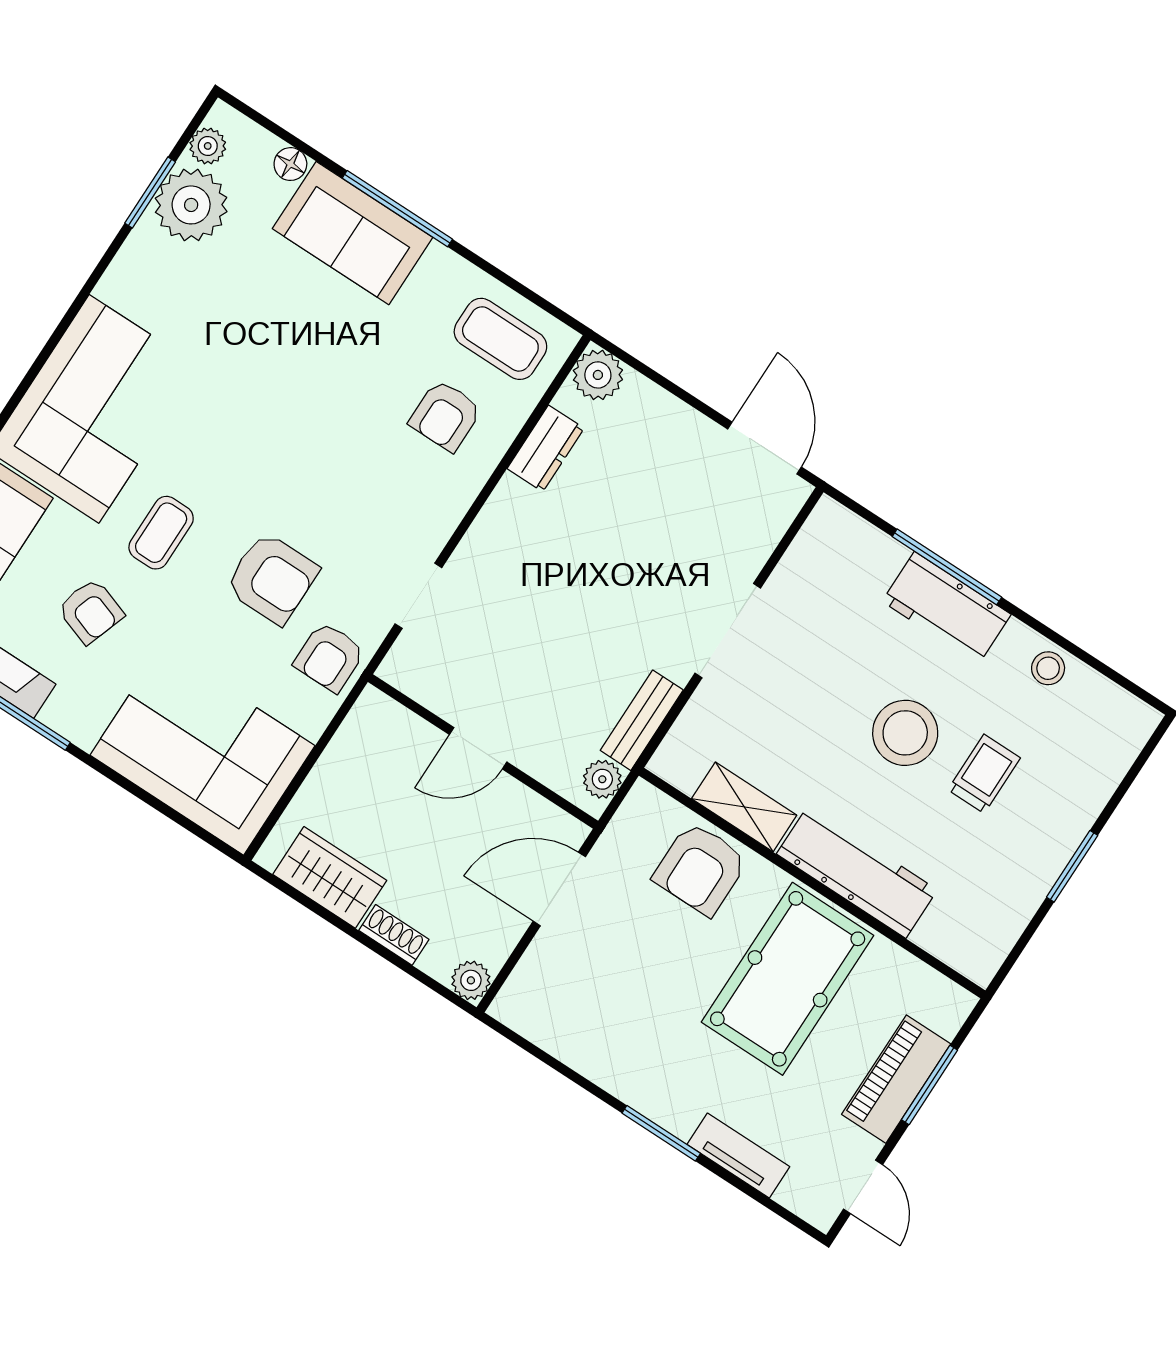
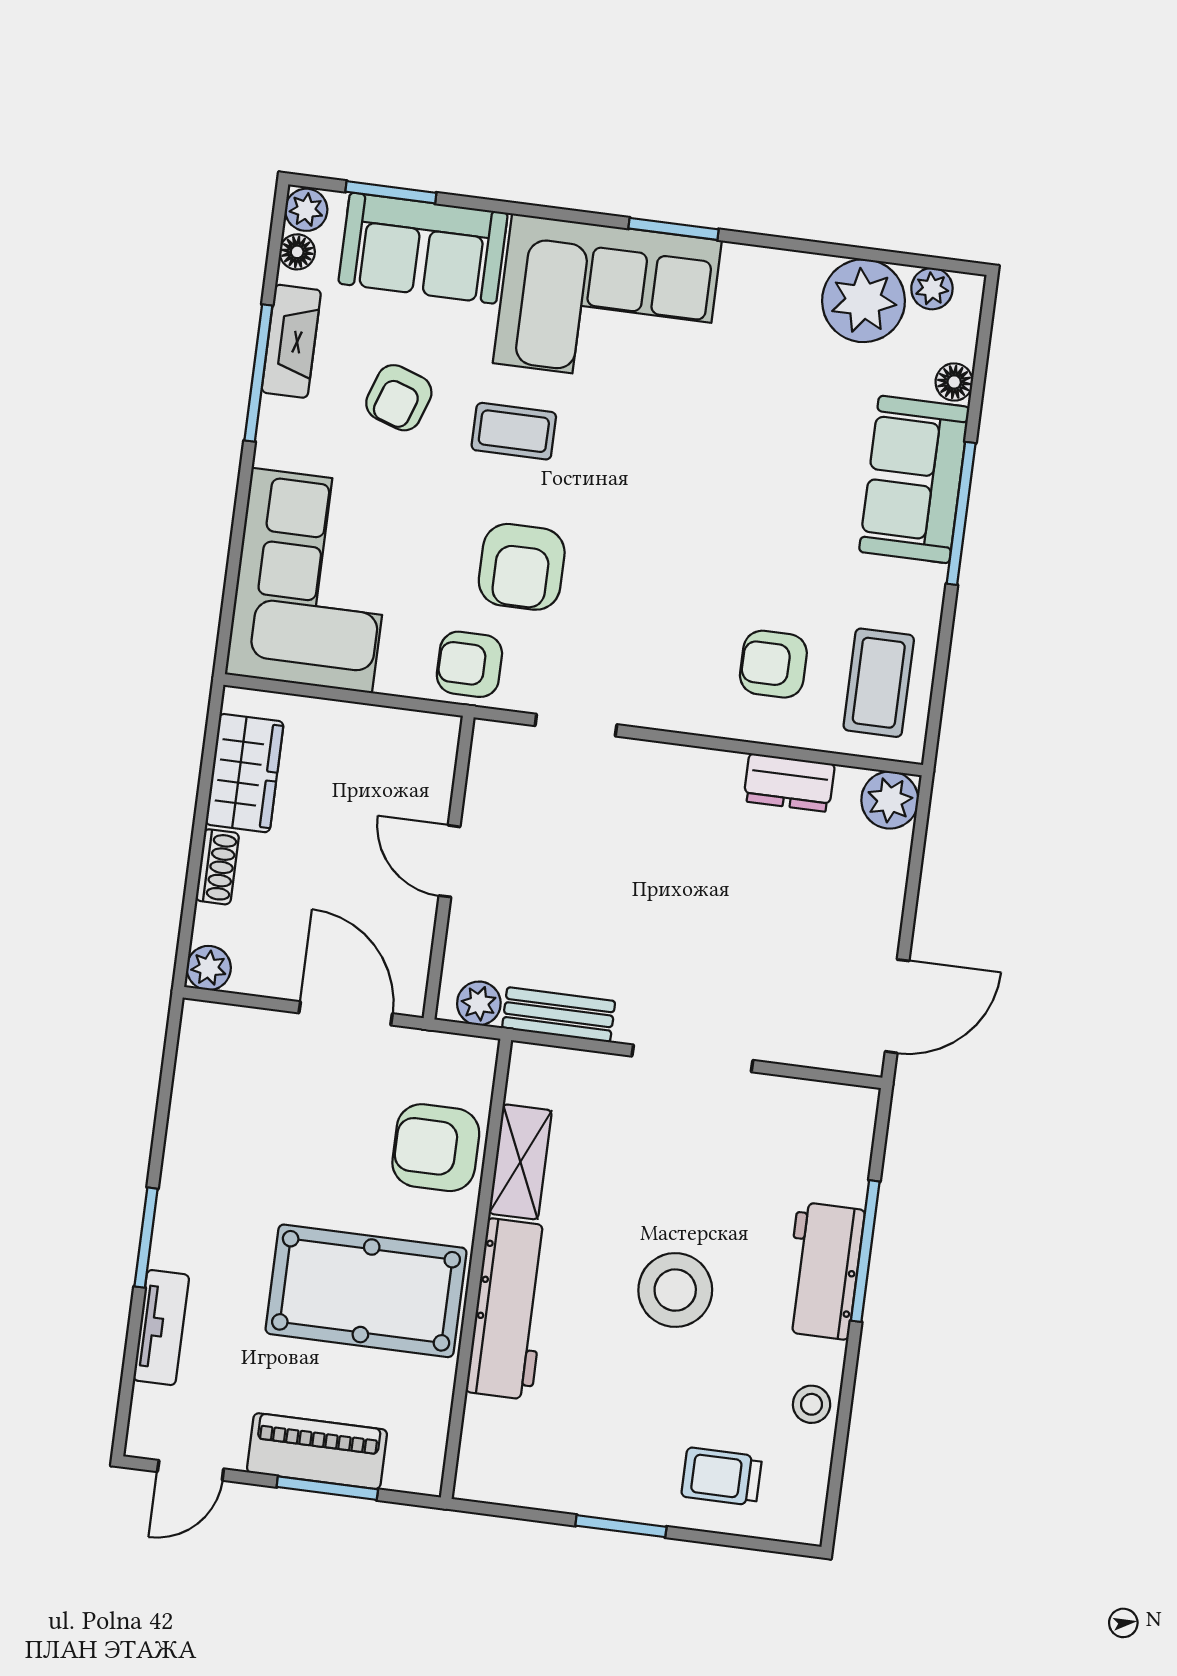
window: (150, 193) -> (673, 229), moved
trolley: (984, 774) -> (722, 1477), moved, turned 180

